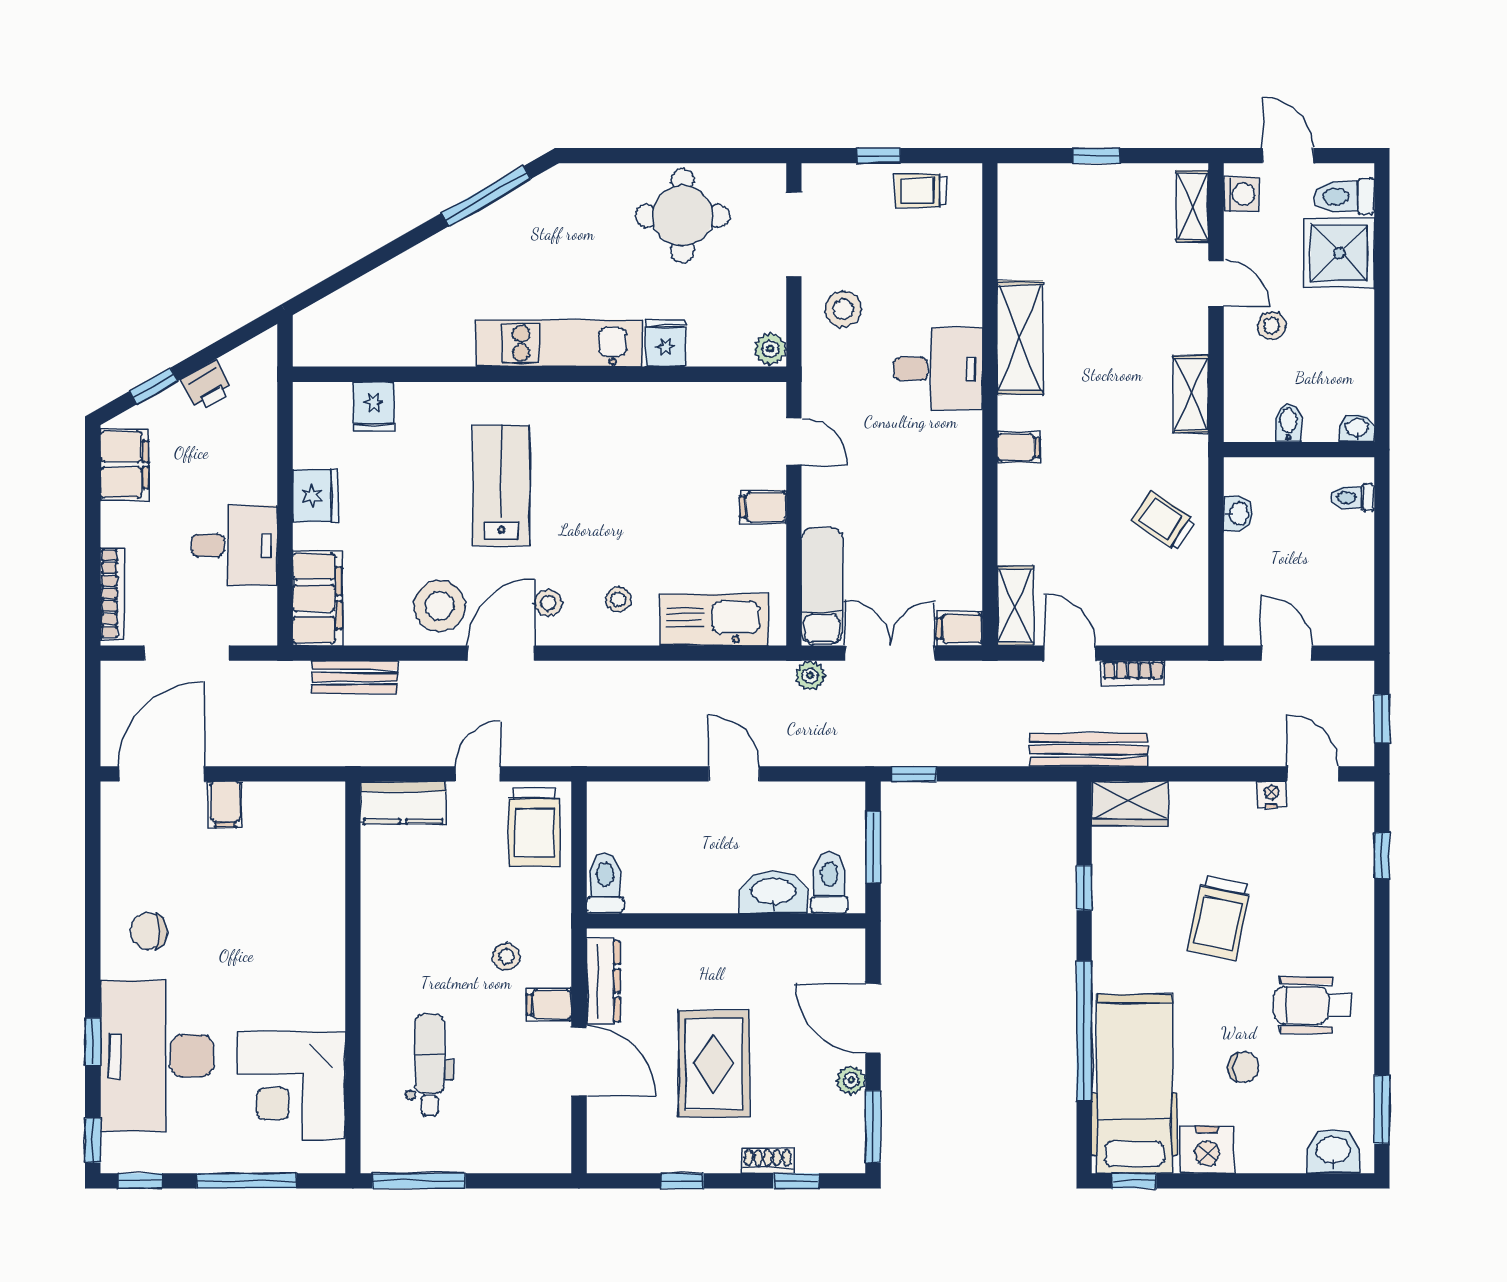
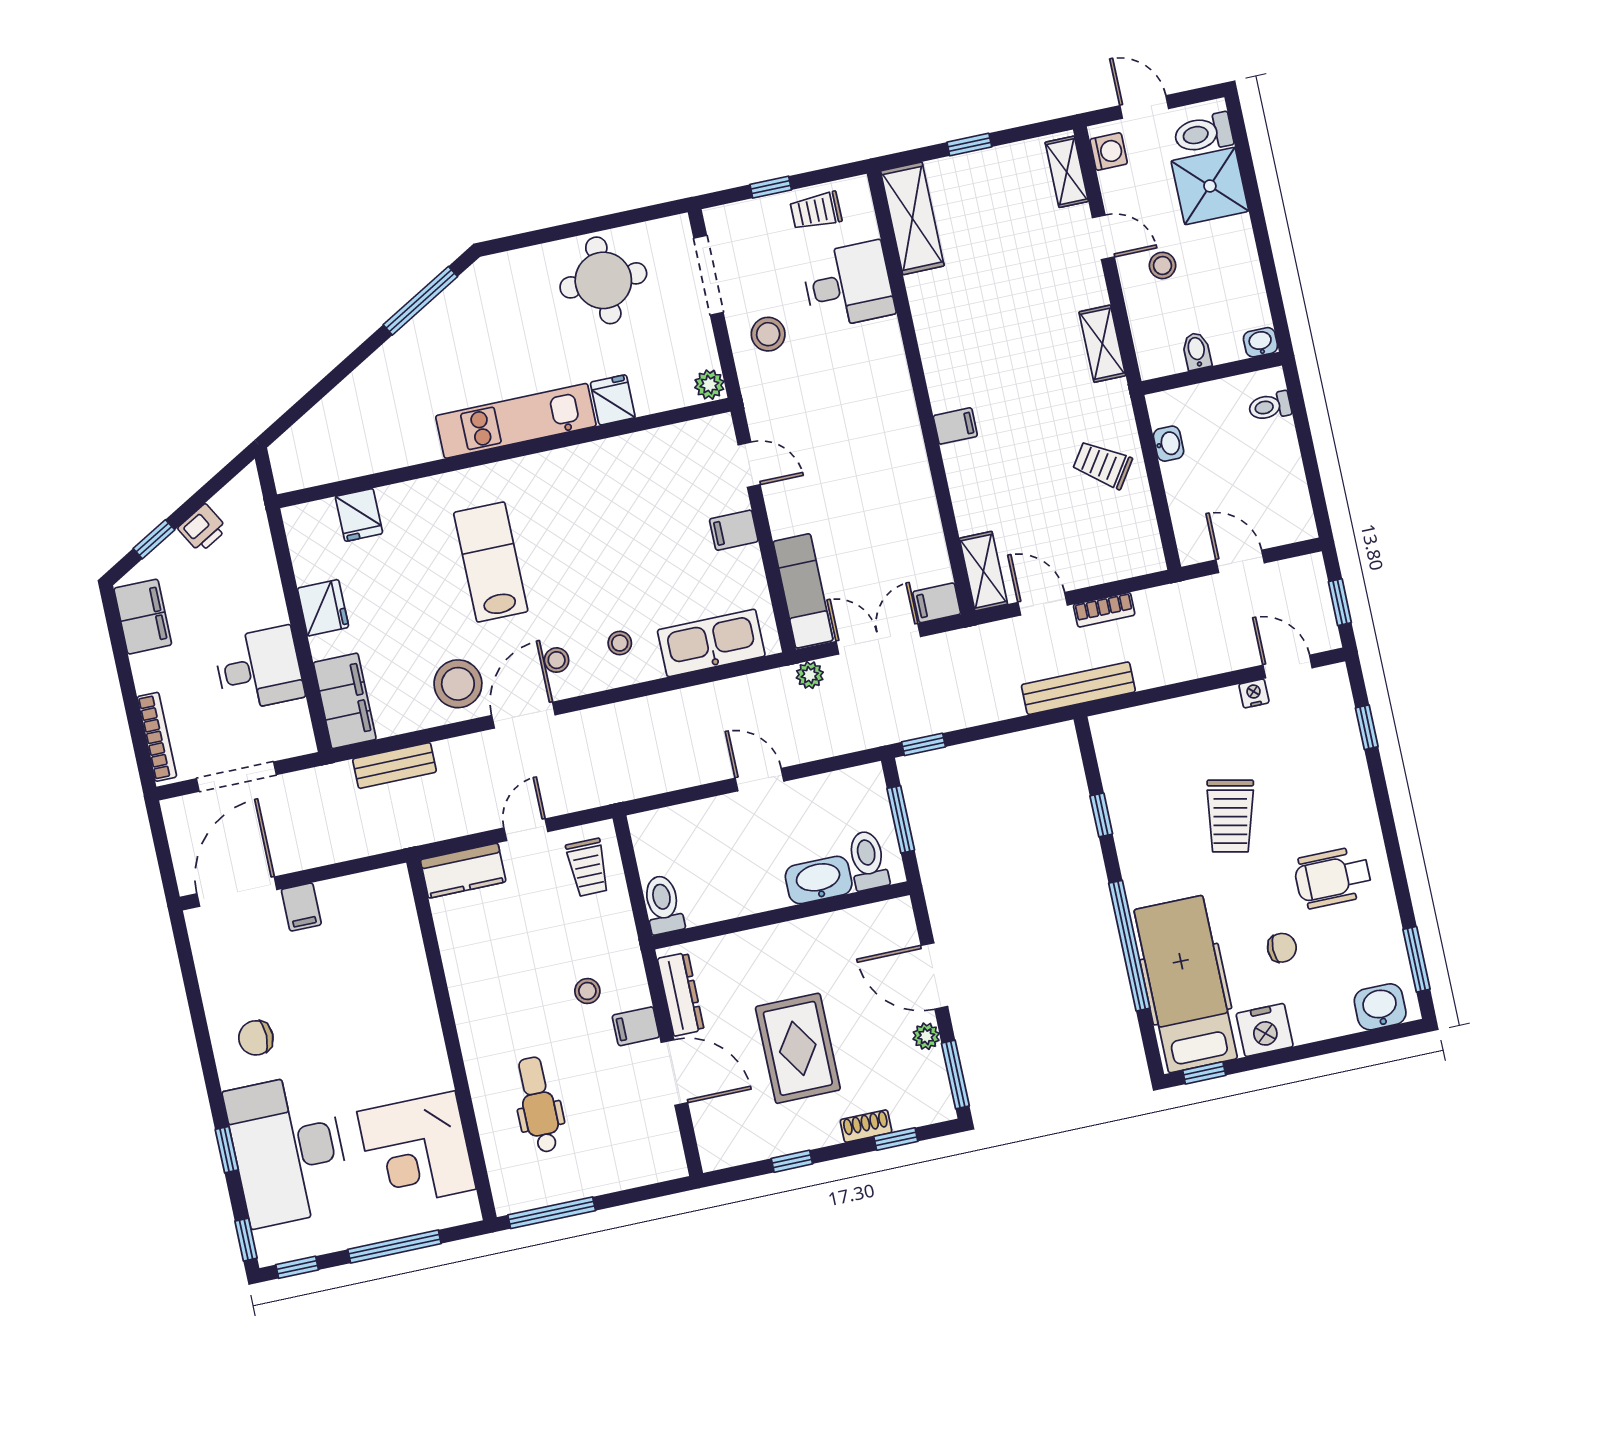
shelving: (1020, 338) -> (912, 218), moved
desk: (938, 369) -> (848, 285), moved
wardrobe: (1130, 804) -> (1127, 729), removed
trolley: (534, 827) -> (588, 867), width x0.73, depth x0.72

